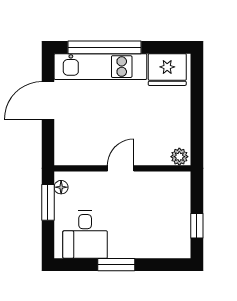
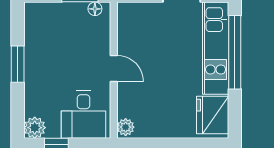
desk: (85, 235) -> (84, 115), moved, turned -90
plant: (180, 248) -> (35, 128), added

